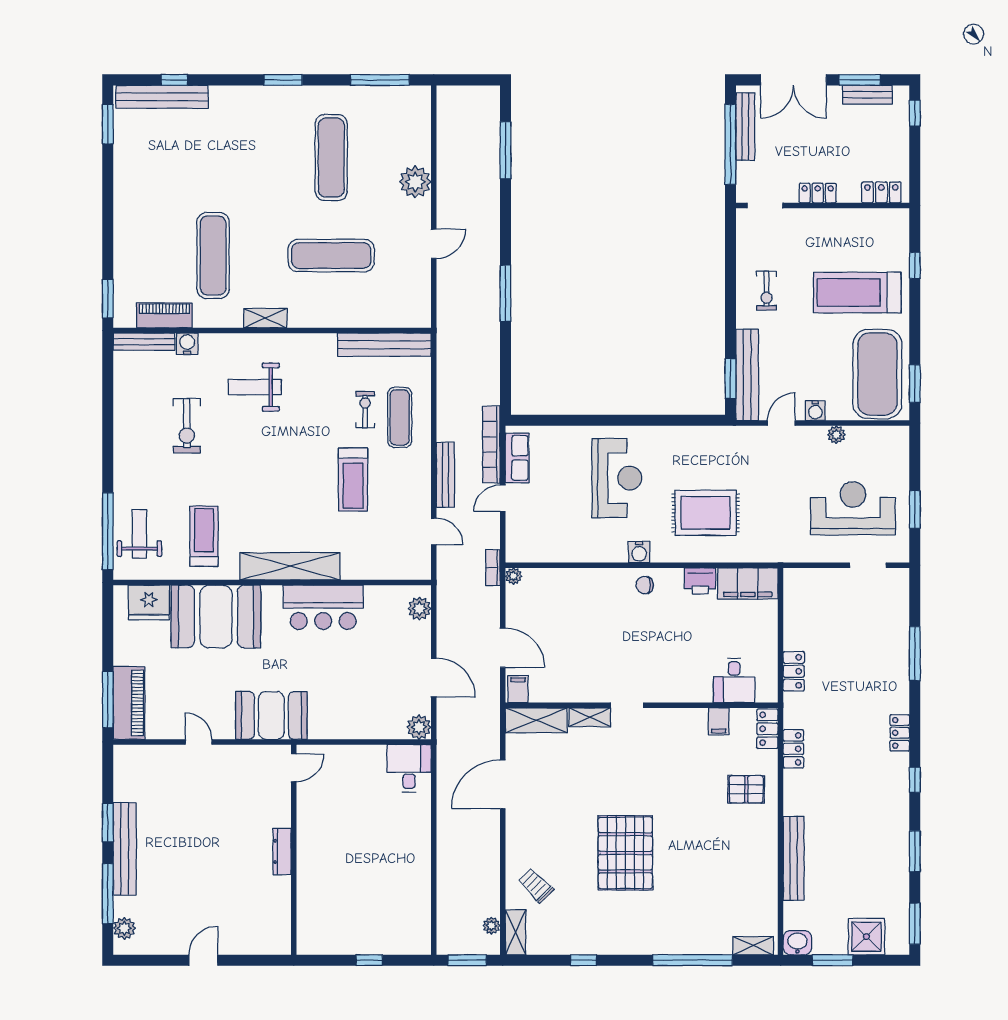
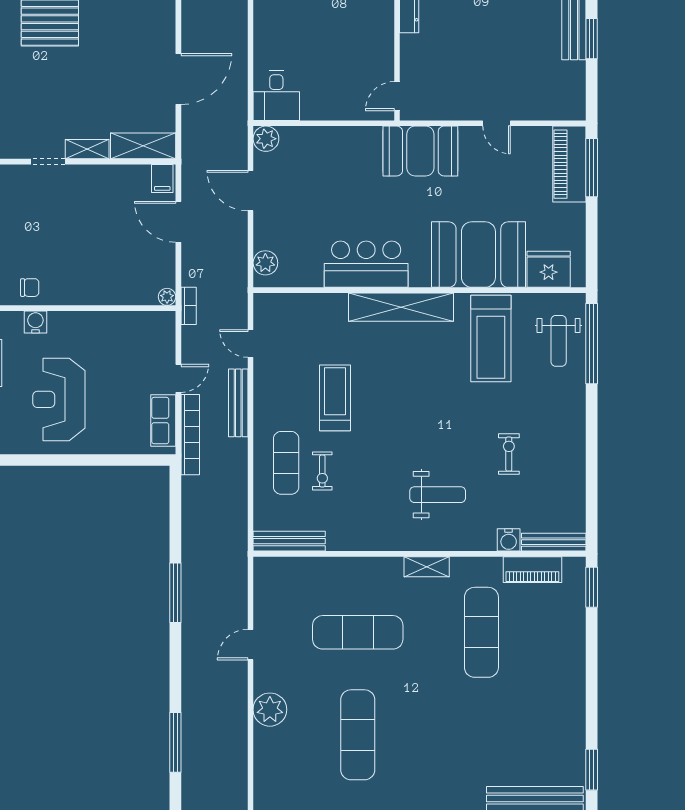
bench: (384, 345) -> (289, 541), width x0.73, depth x0.82
exercise bike: (187, 426) -> (509, 454), width x0.73, depth x0.72
treadmill: (204, 536) -> (491, 339), width x1.37, depth x1.38

